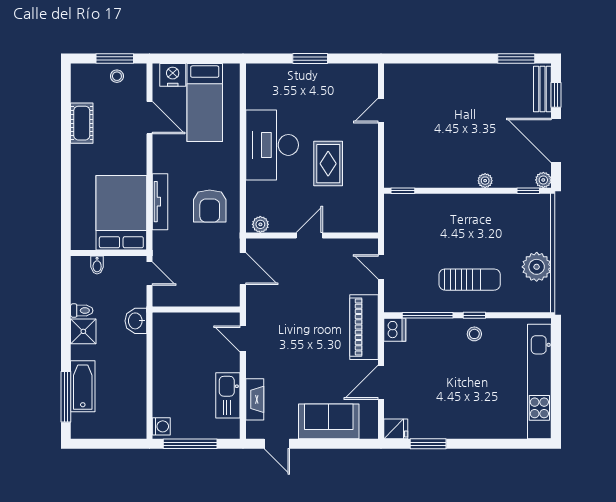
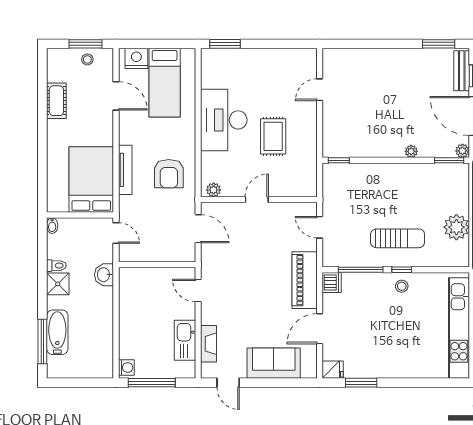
window: (310, 59) -> (225, 44), moved
window: (528, 191) -> (449, 160), width x1.50
bidet: (97, 265) -> (52, 226), moved

